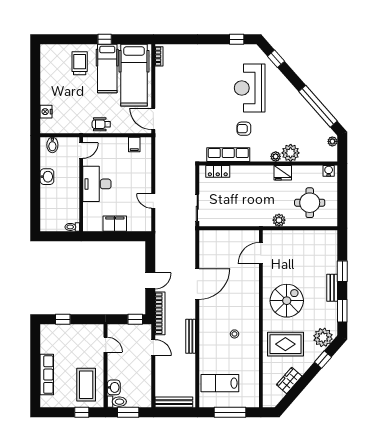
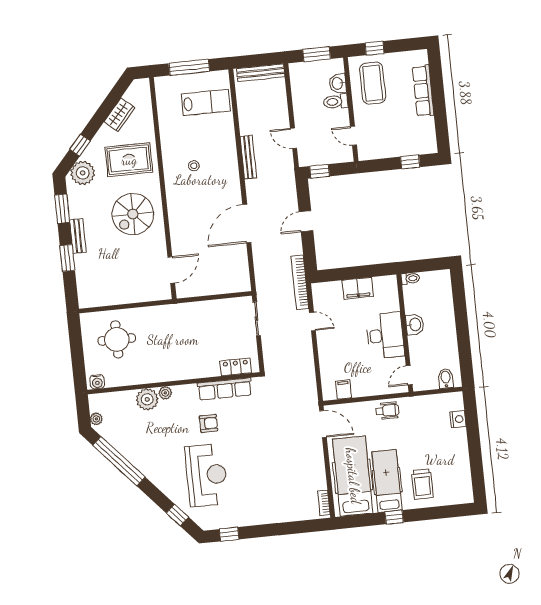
fridge: (283, 173) -> (154, 374), removed
washbasin: (47, 177) -> (415, 324), moved, turned 180
plant: (279, 220) -> (153, 314), removed
bookcase: (160, 313) -> (300, 282), moved
toilet: (117, 402) -> (336, 102), moved

